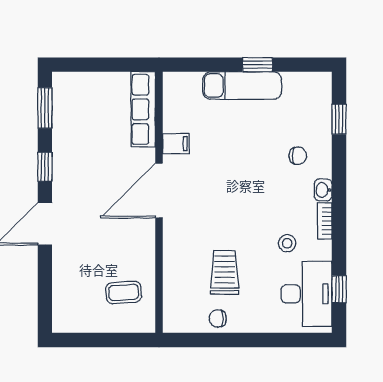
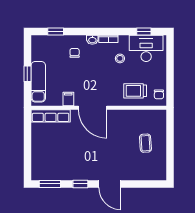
row of seats: (143, 109) -> (51, 116), moved
filing cabinet: (176, 144) -> (68, 99), moved
door: (159, 191) -> (93, 108), moved
wall: (159, 202) -> (99, 108), moved

